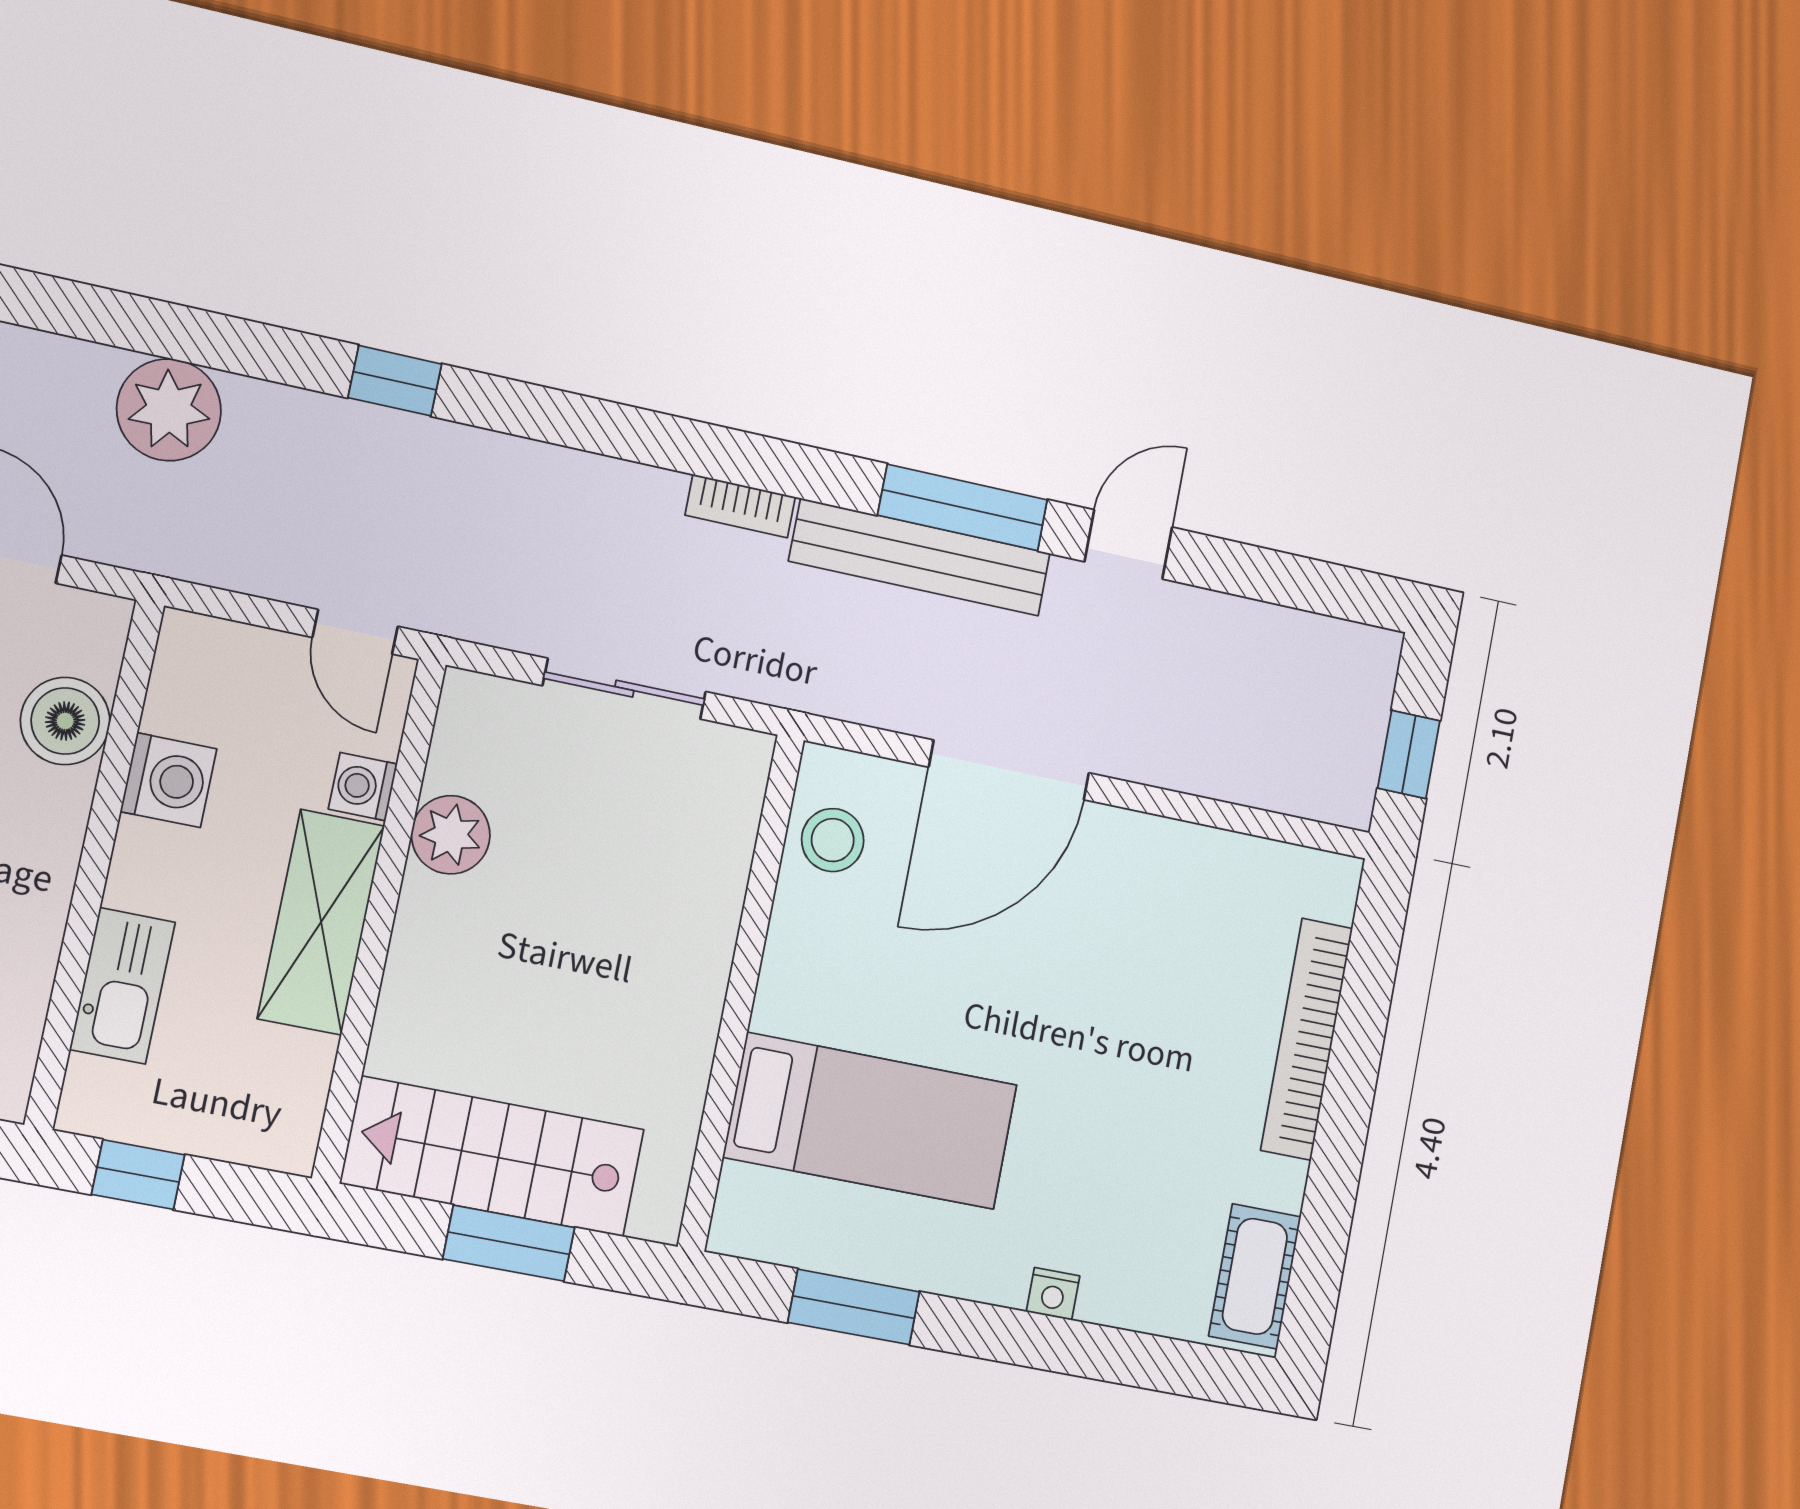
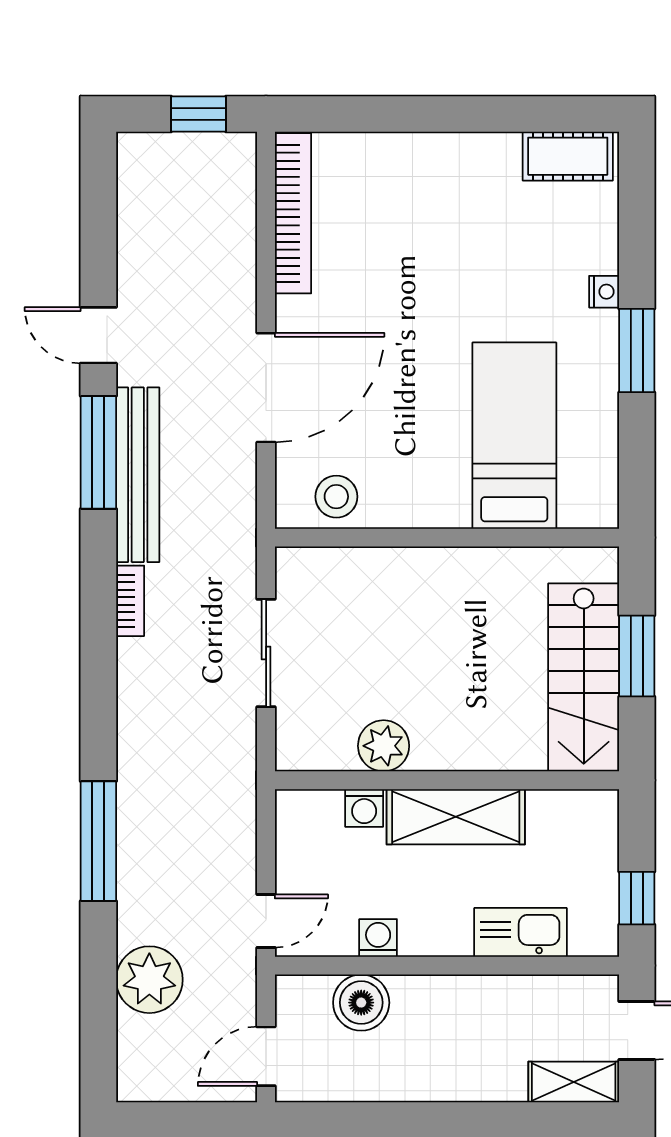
window: (395, 381) -> (98, 841), width x2.17
door: (355, 632) -> (266, 921), moved
door: (1009, 770) -> (266, 388), hinge flipped
washing machine: (169, 780) -> (378, 938), width x0.73, depth x0.73
bookcase: (1307, 1039) -> (293, 213), moved, turned -90
window: (854, 1307) -> (637, 351), moved

